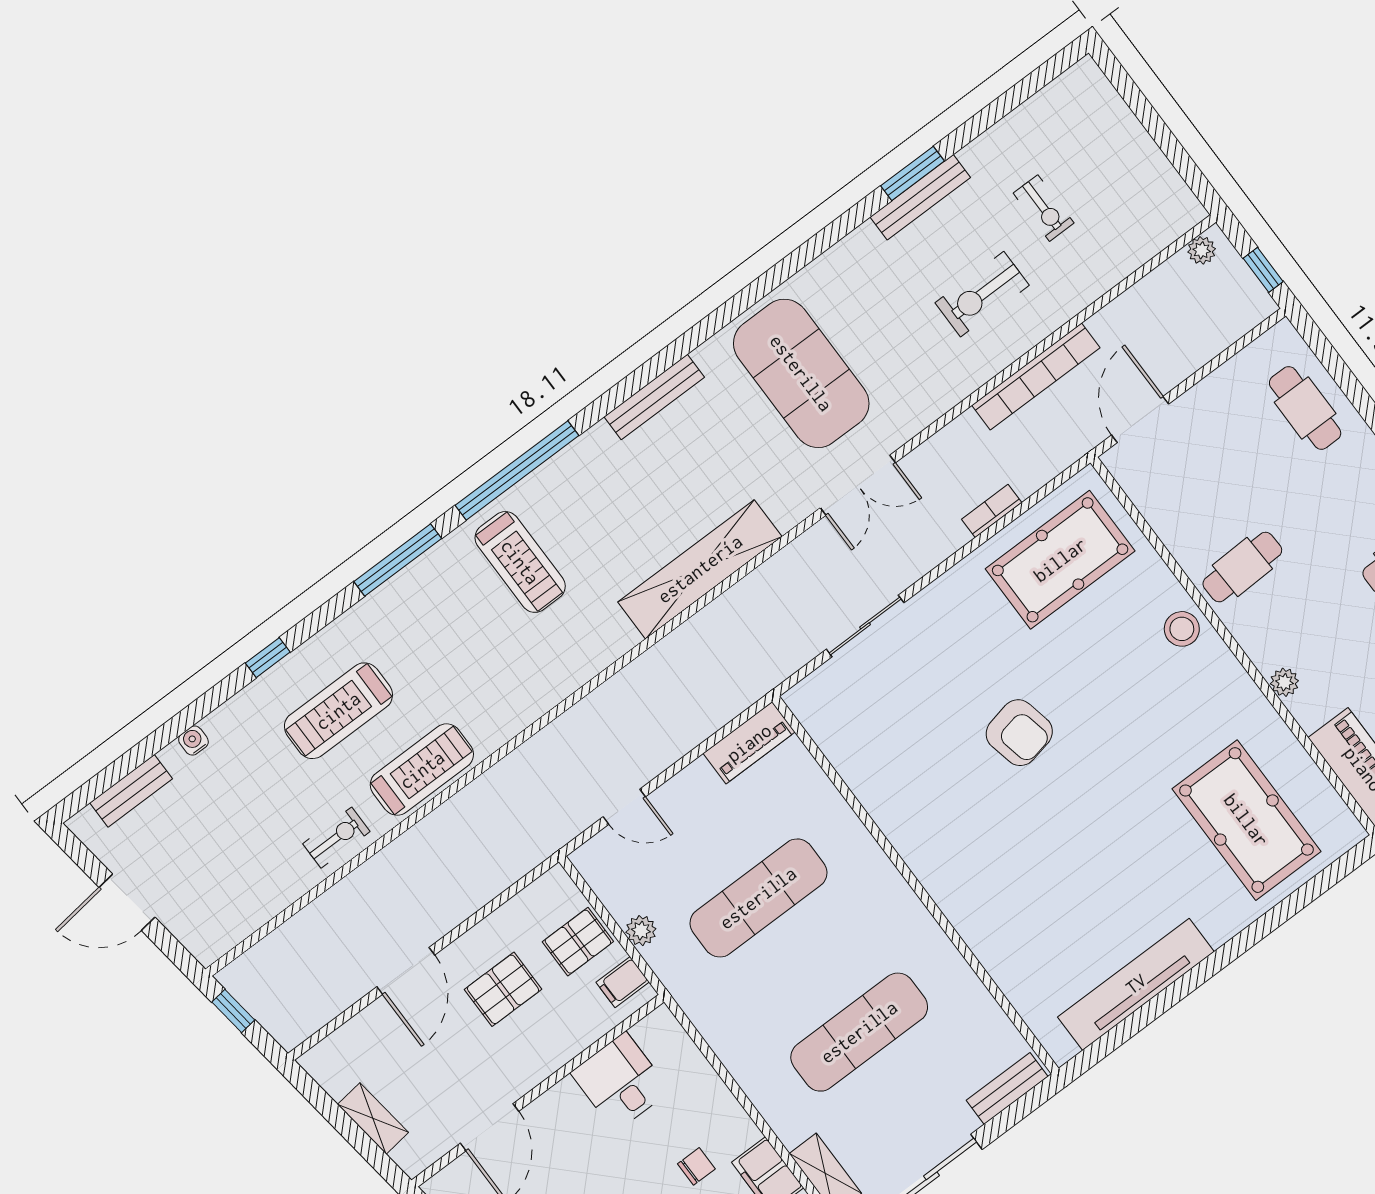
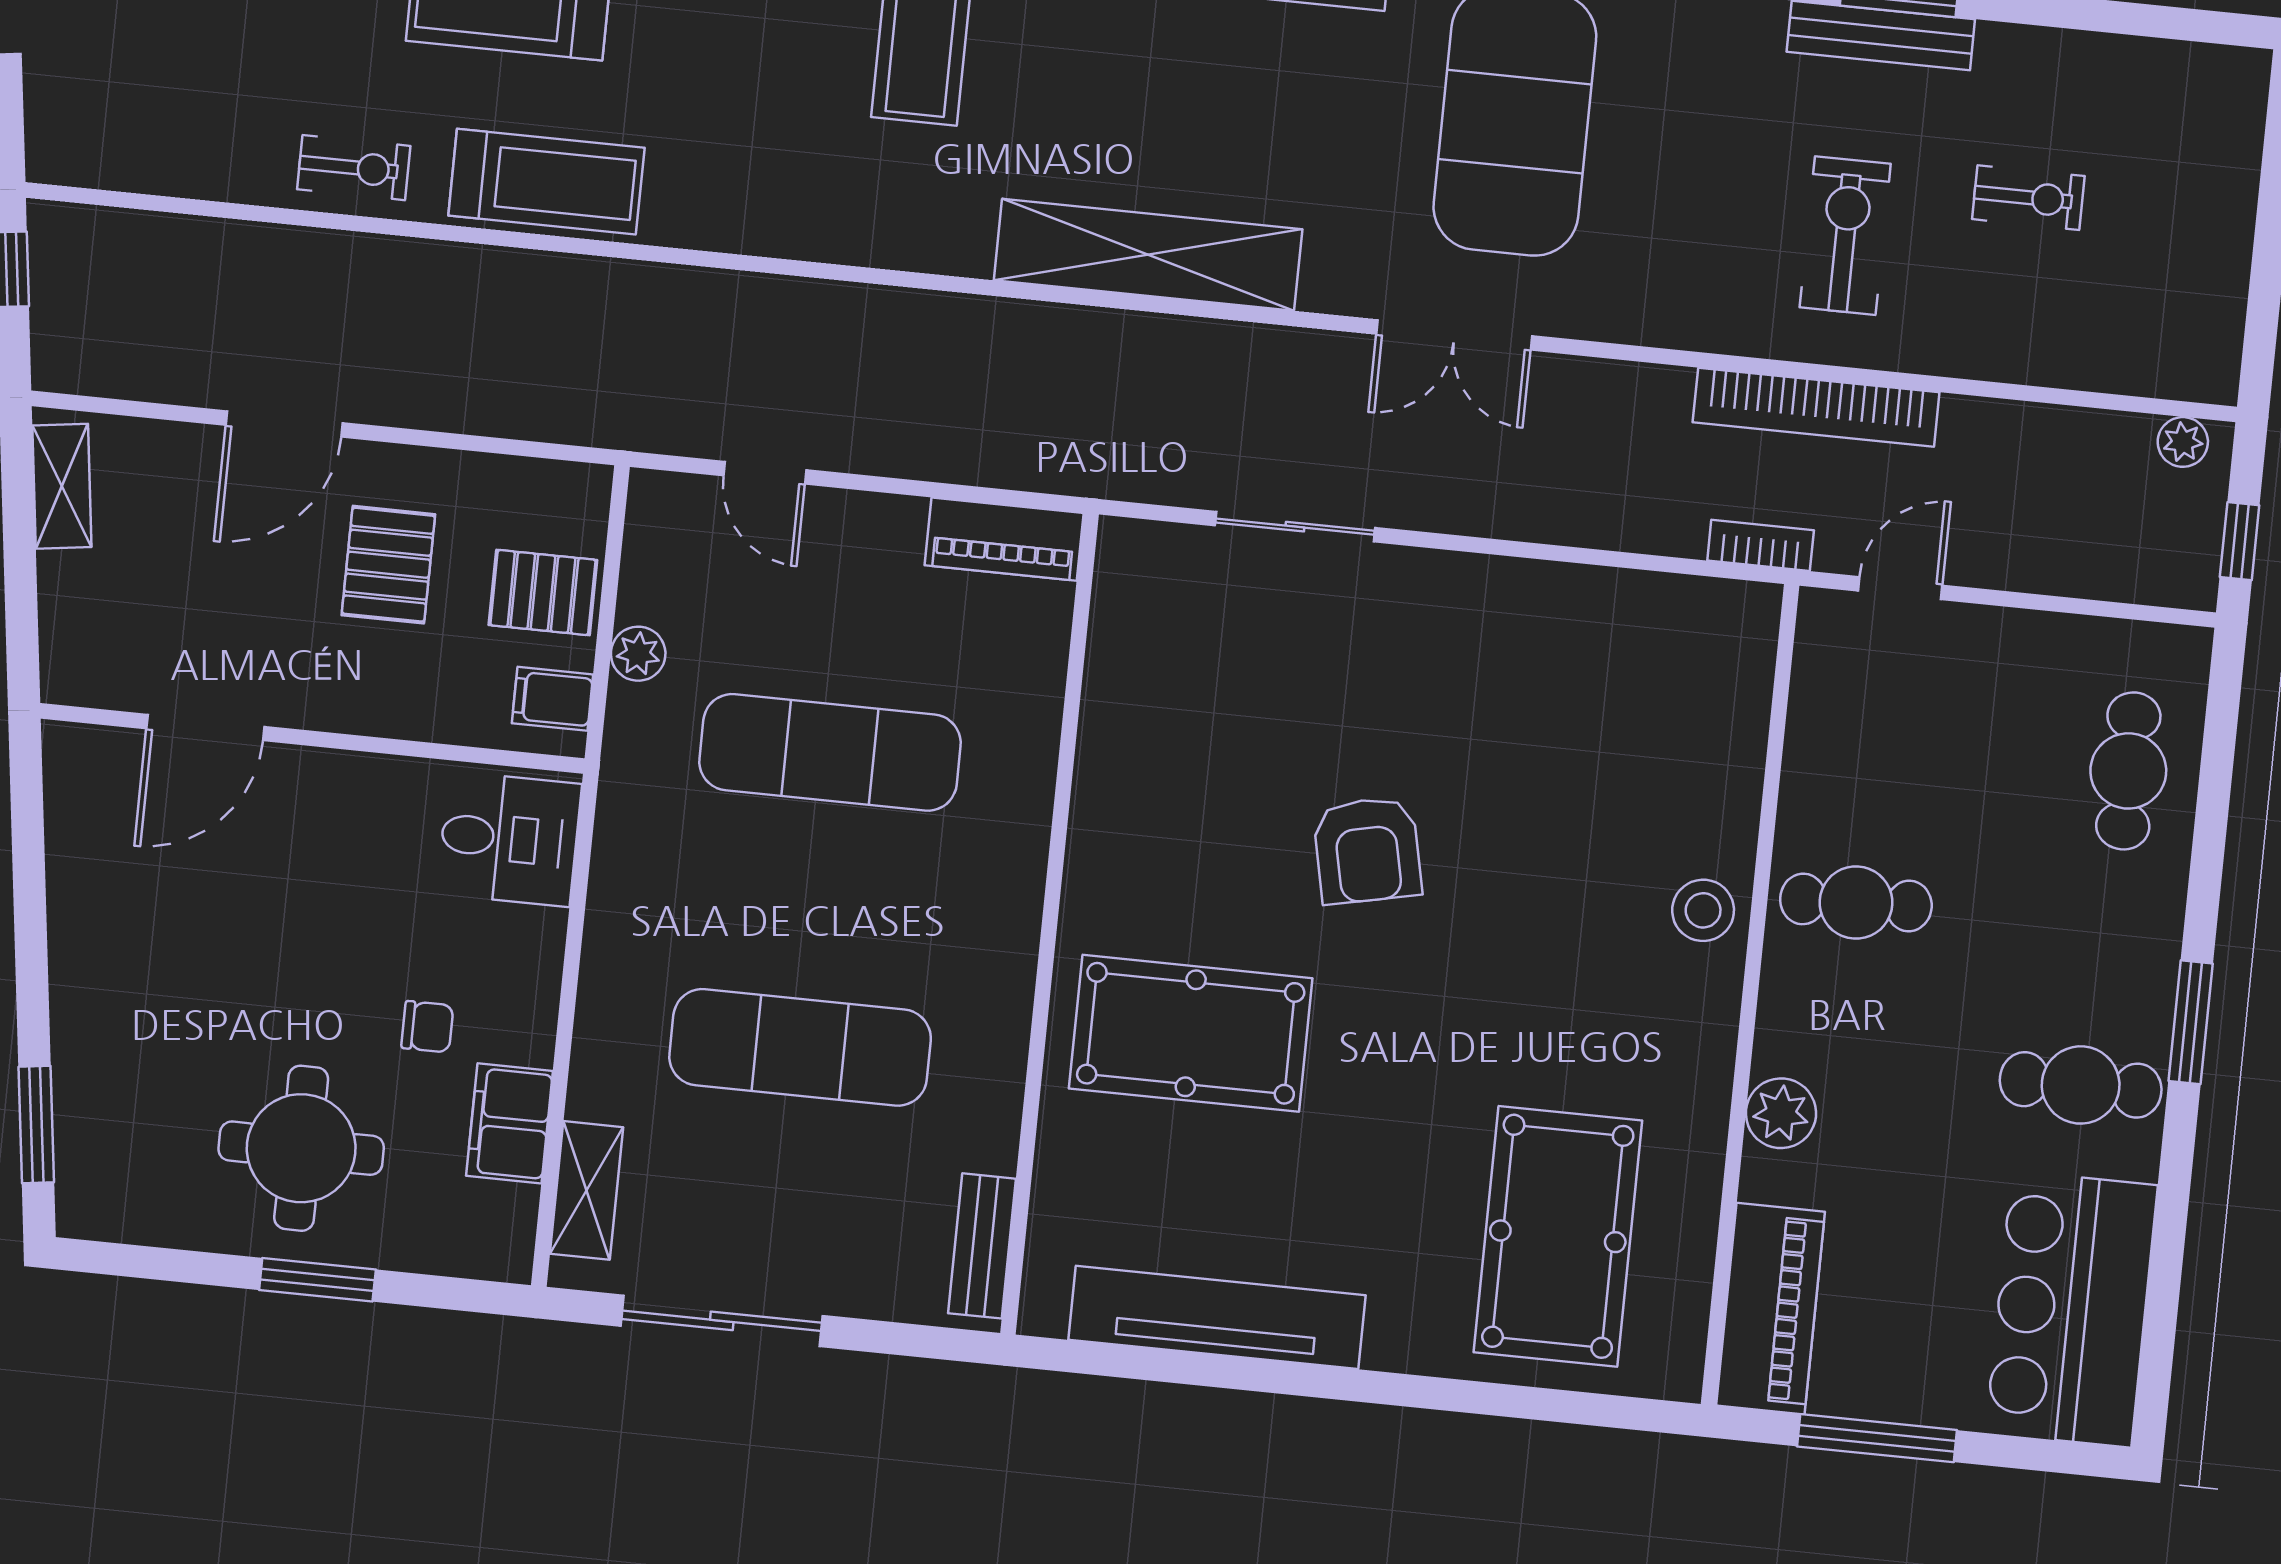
exercise bike: (1044, 208) -> (2028, 198), turned -90
exercise bike: (982, 294) -> (1845, 236), turned 90
door: (1140, 419) -> (1900, 588), width x0.73
bookcase: (992, 511) -> (1761, 545), moved
pool table: (1060, 560) -> (1191, 1033), moved
plant: (1284, 682) -> (1781, 1113), width x1.38, depth x1.38
pallet: (503, 989) -> (388, 565), turned 90
desk: (620, 1082) -> (509, 839), moved, turned 90
bench: (1007, 1088) -> (982, 1246), moved, turned 90
shelving: (373, 1118) -> (62, 486), moved

